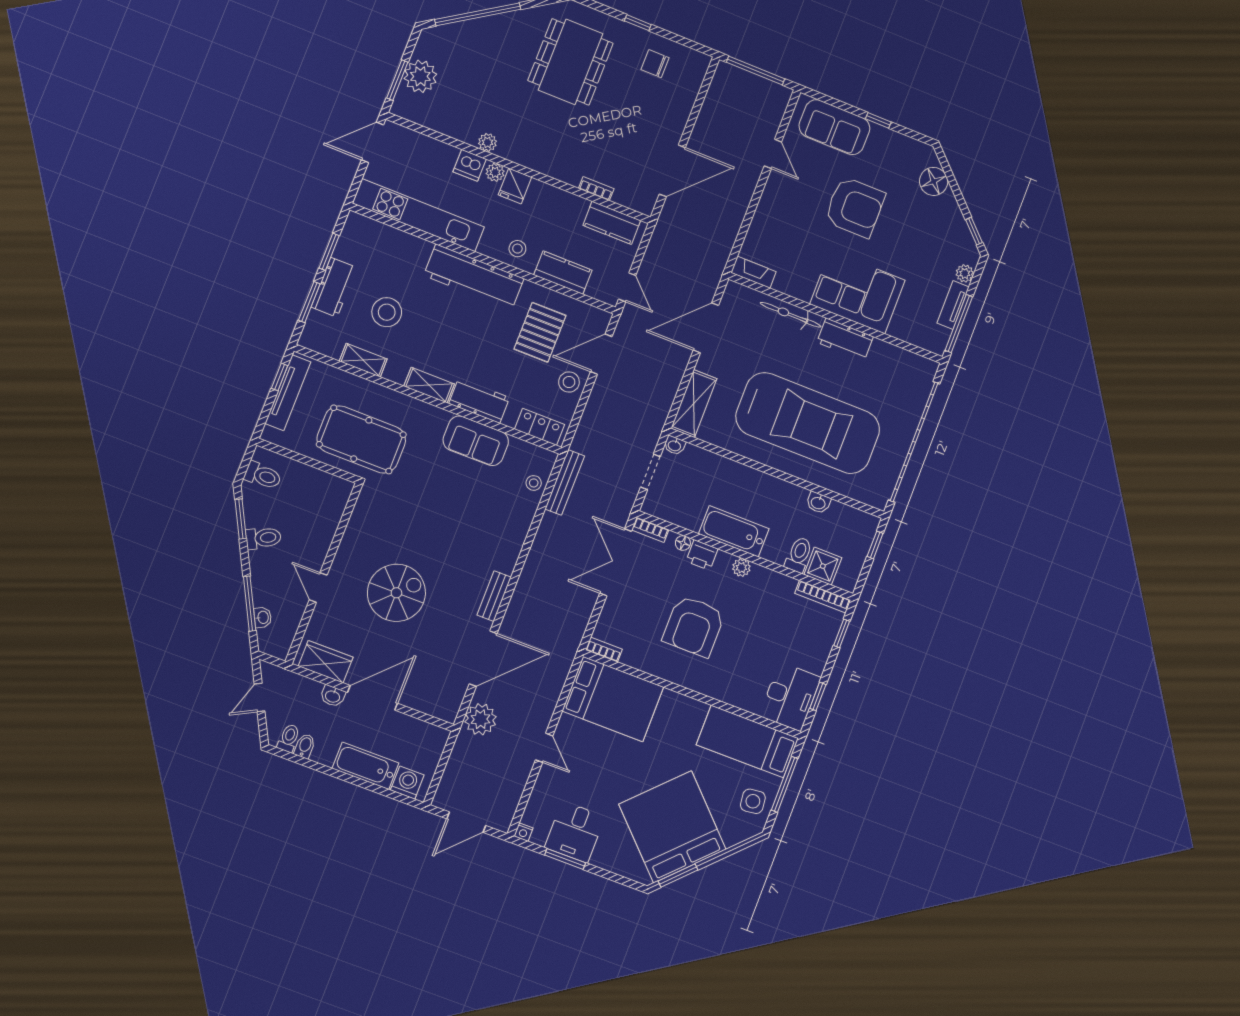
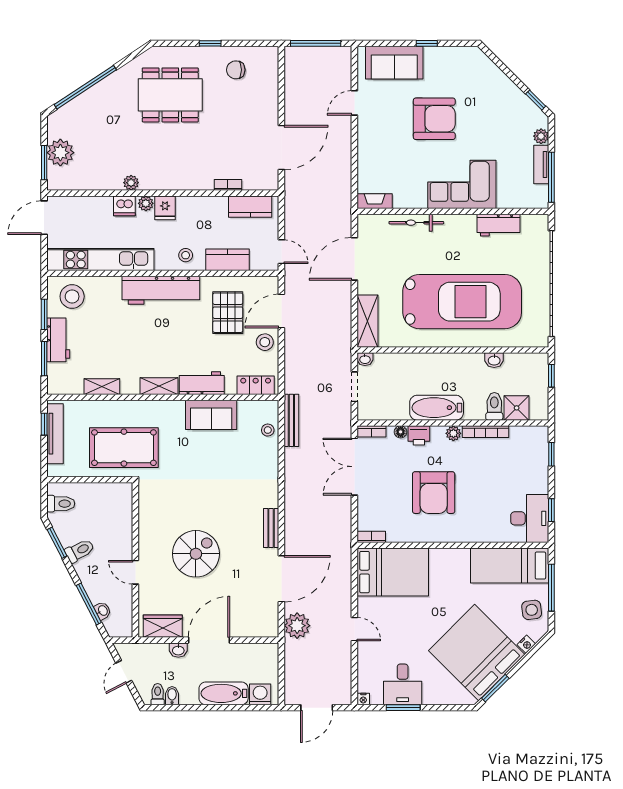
dining table: (570, 62) -> (170, 95), turned 90
door: (773, 154) -> (354, 103), swing flipped
floor lamp: (934, 181) -> (489, 74), removed
stool: (387, 312) -> (72, 296), moved
workbench: (845, 339) -> (499, 225), moved
bookcase: (823, 597) -> (486, 432), moved
nightstand: (732, 838) -> (526, 644), added

